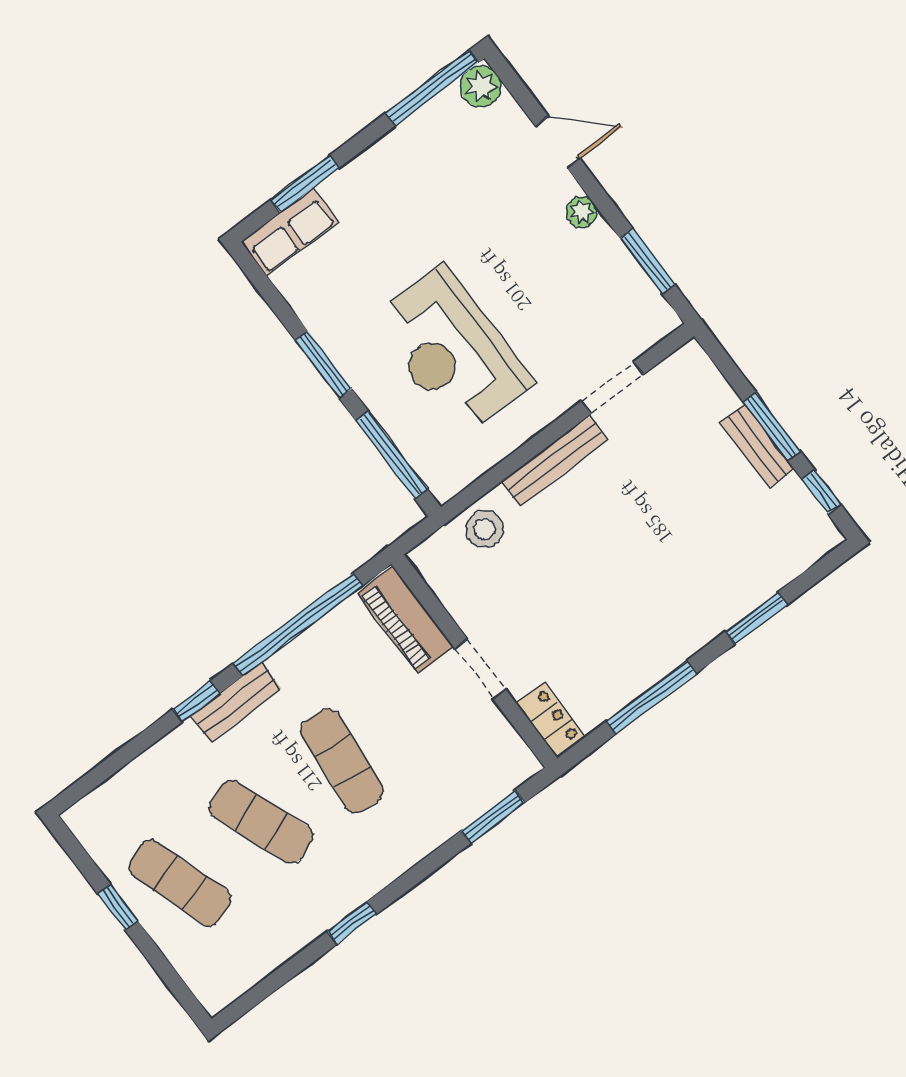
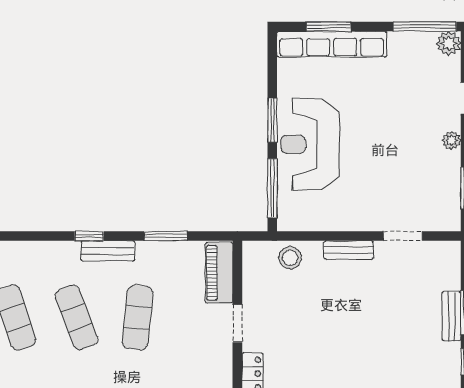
row of seats: (290, 232) -> (332, 44), width x2.02
reception desk: (452, 351) -> (310, 144), moved
bench: (555, 460) -> (349, 250), width x0.73
window: (298, 625) -> (166, 236), width x0.47

